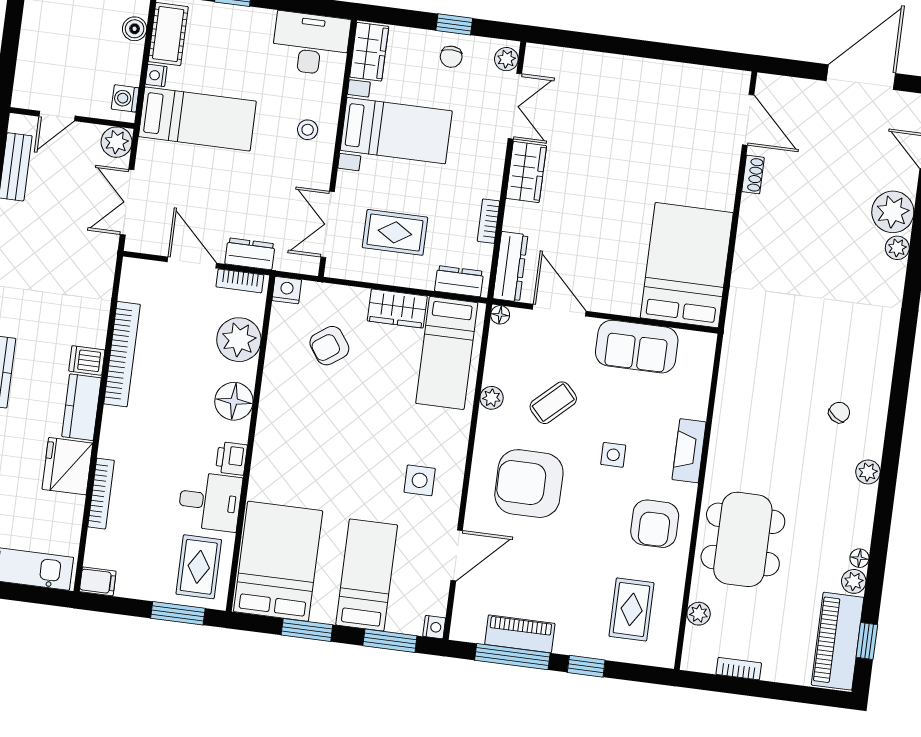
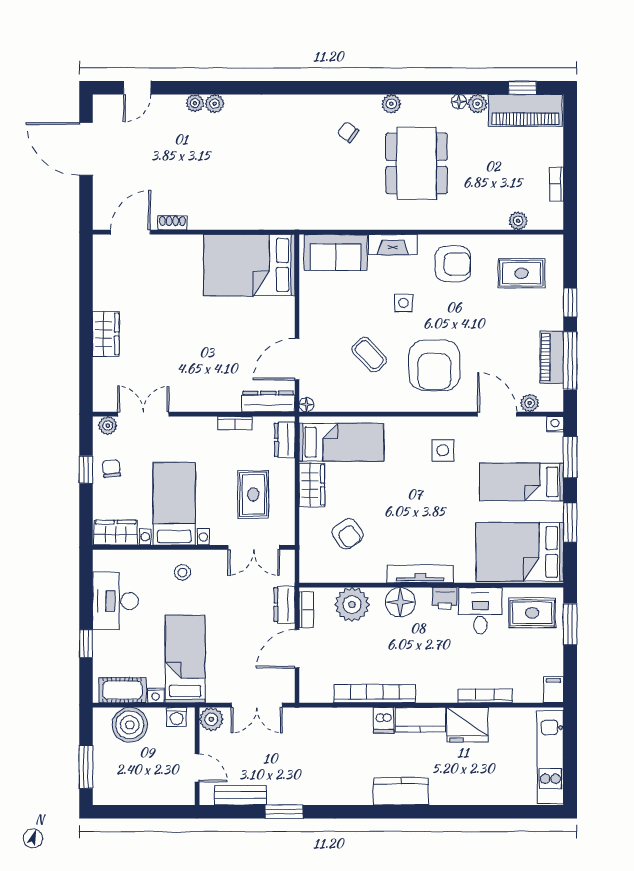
boiler: (135, 29) -> (130, 725), width x1.86, depth x1.86
desk: (311, 44) -> (115, 601), moved
chair: (451, 57) -> (111, 469), turned -96
wardrobe: (526, 172) -> (106, 334), moved, turned 90
plant: (893, 212) -> (195, 103), width x0.53, depth x0.53
nightstand: (287, 290) -> (309, 572), removed
sofa: (637, 347) -> (336, 252), moved, turned 90
plant: (492, 398) -> (530, 403), moved
tv unit: (266, 431) -> (420, 574), added
dining table: (743, 539) -> (417, 163), moved, turned 90

